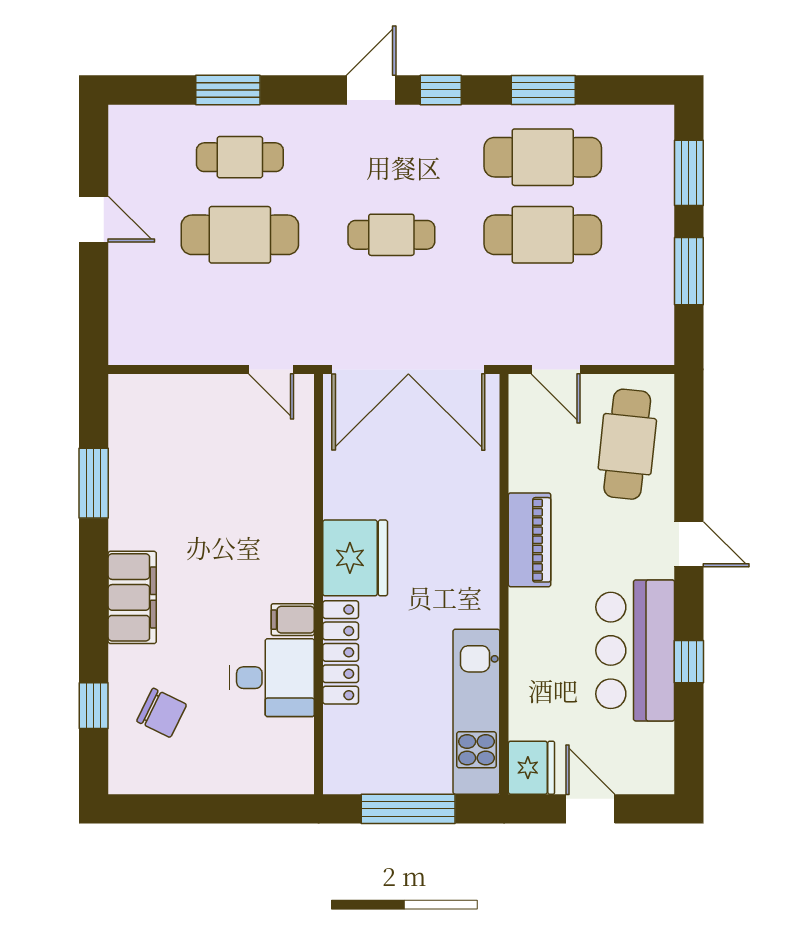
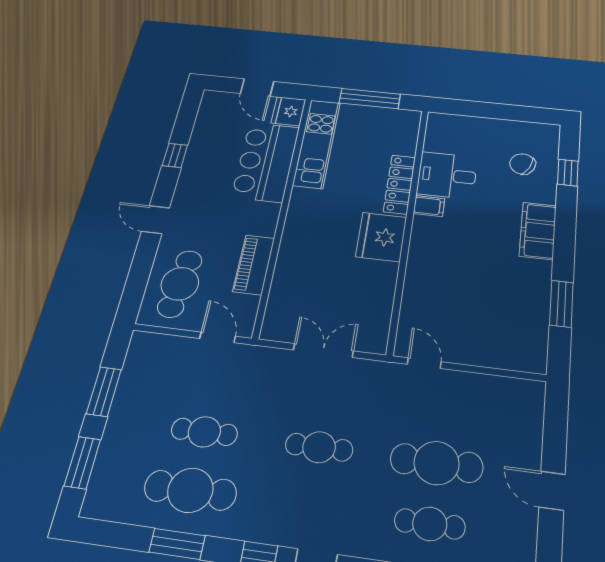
cafe table: (543, 235) -> (204, 432), width x0.73, depth x0.74
double door: (408, 369) -> (323, 351), width x0.54
piano: (530, 540) -> (254, 265), moved
bar counter: (635, 650) -> (266, 162), moved, turned 180

